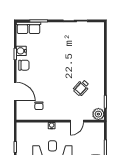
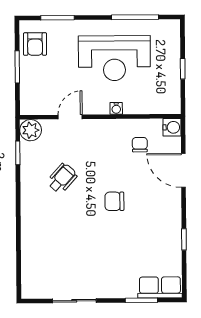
water cooler: (21, 51) -> (172, 127), moved
chair: (24, 65) -> (114, 201), moved

